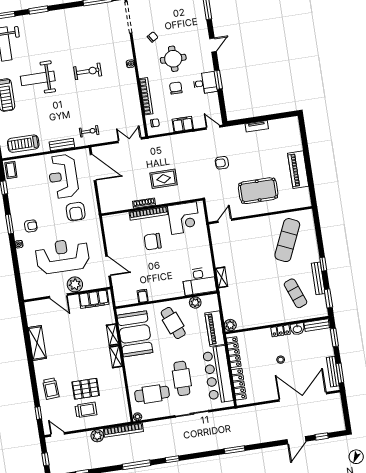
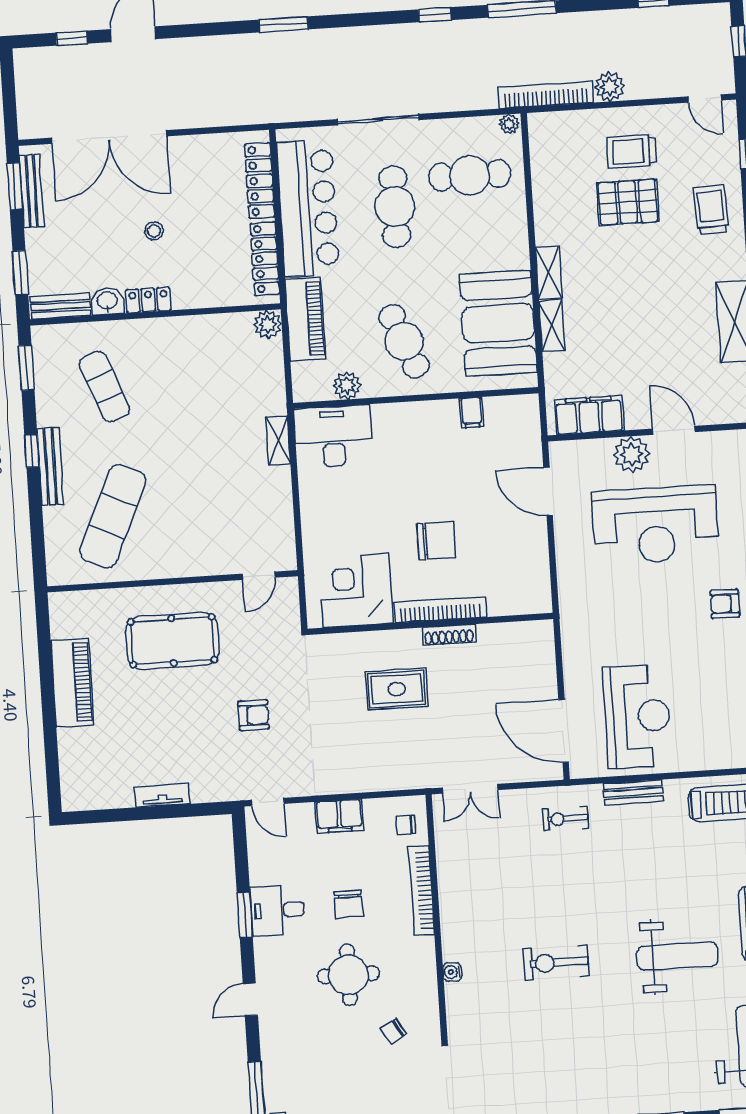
armchair: (76, 212) -> (614, 629), removed
bench: (318, 278) -> (50, 466), moved

